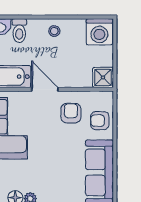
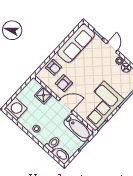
shower: (103, 77) -> (43, 95), moved
door: (45, 89) -> (66, 106), swing flipped

